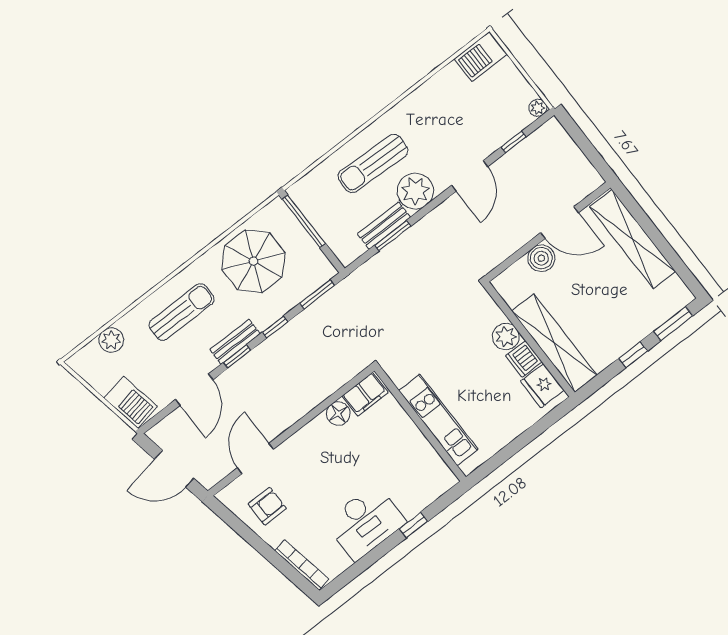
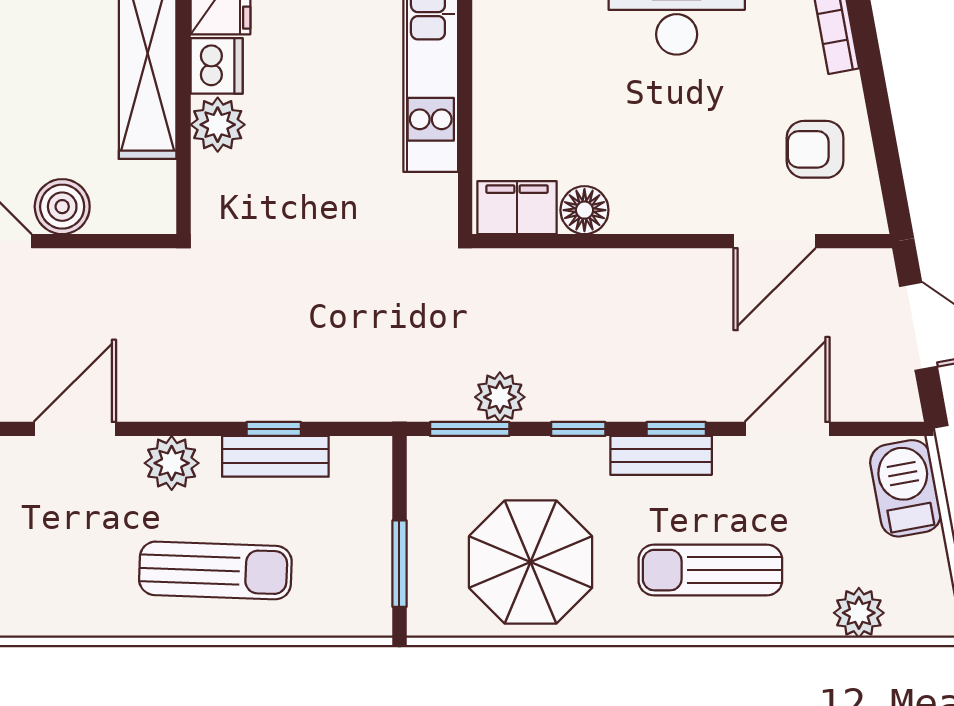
plant: (415, 191) -> (172, 463), width x0.73, depth x0.73
window: (304, 221) -> (399, 564), width x0.69
window: (393, 236) -> (274, 429), width x0.67
plant: (315, 316) -> (500, 397), added

